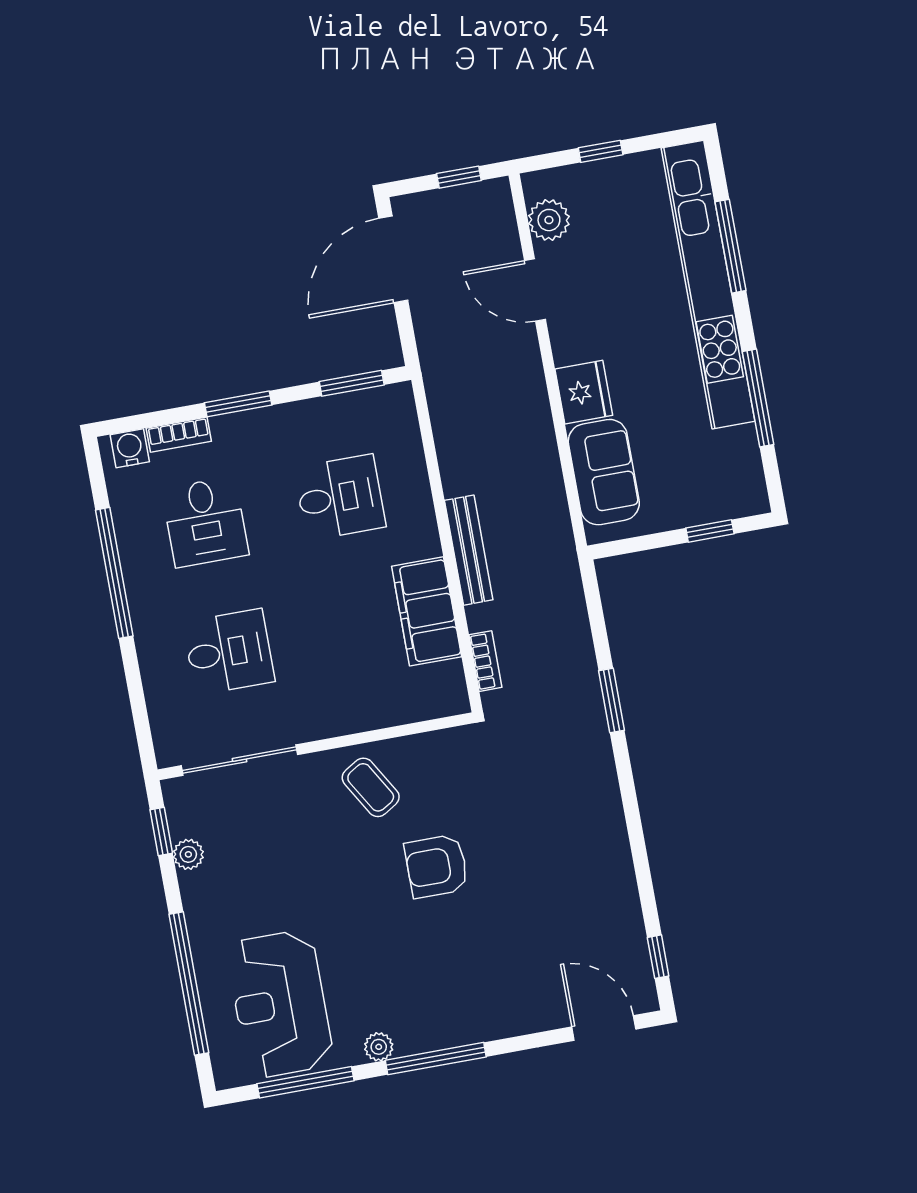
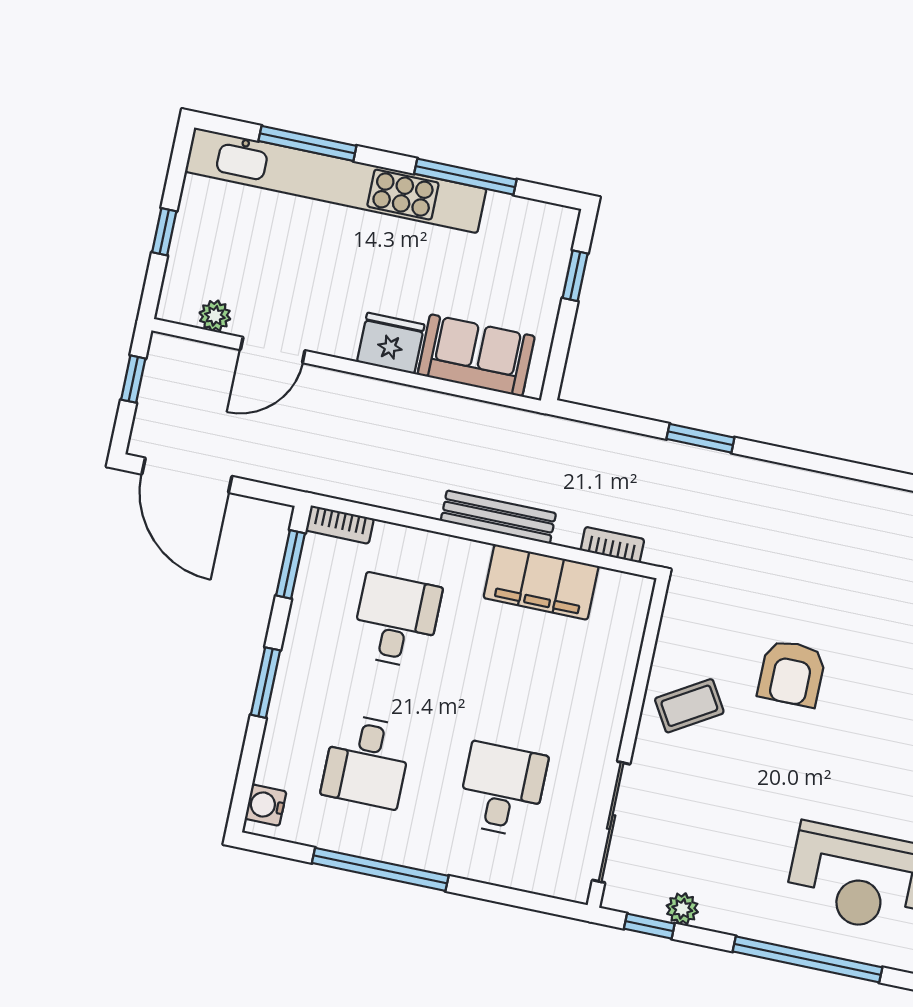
plant: (549, 220) -> (215, 316), width x0.73, depth x0.73
bookcase: (179, 435) -> (340, 525), moved, turned 90
desk: (205, 522) -> (367, 761), turned 90

